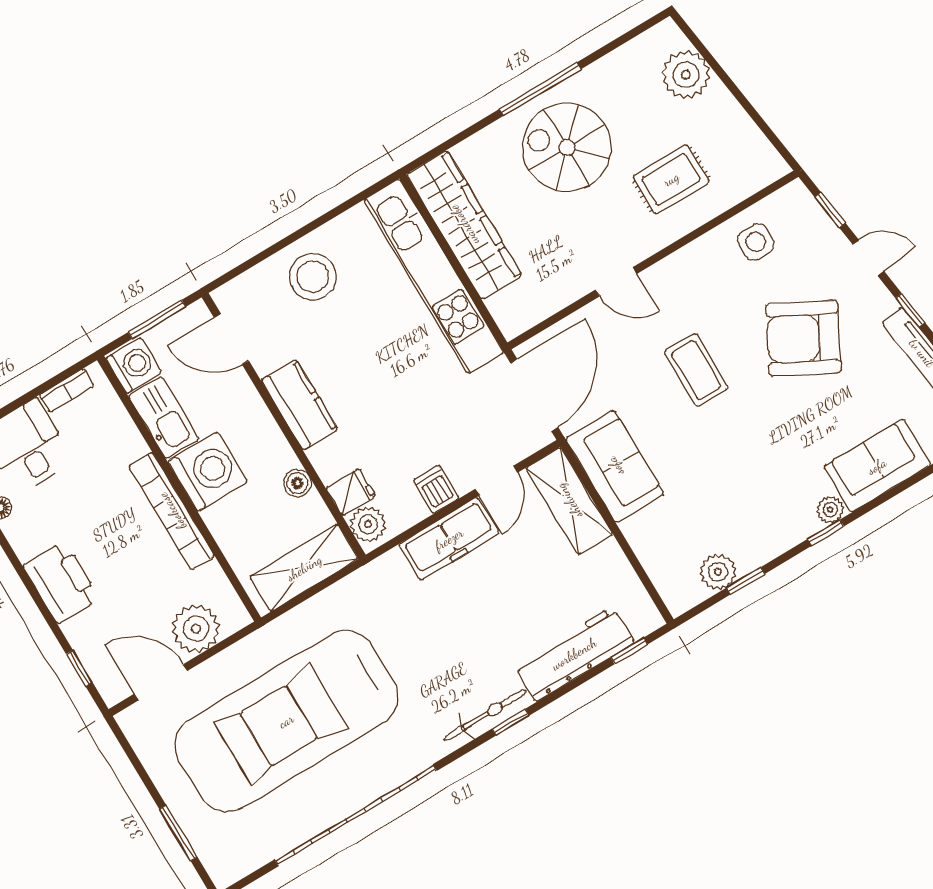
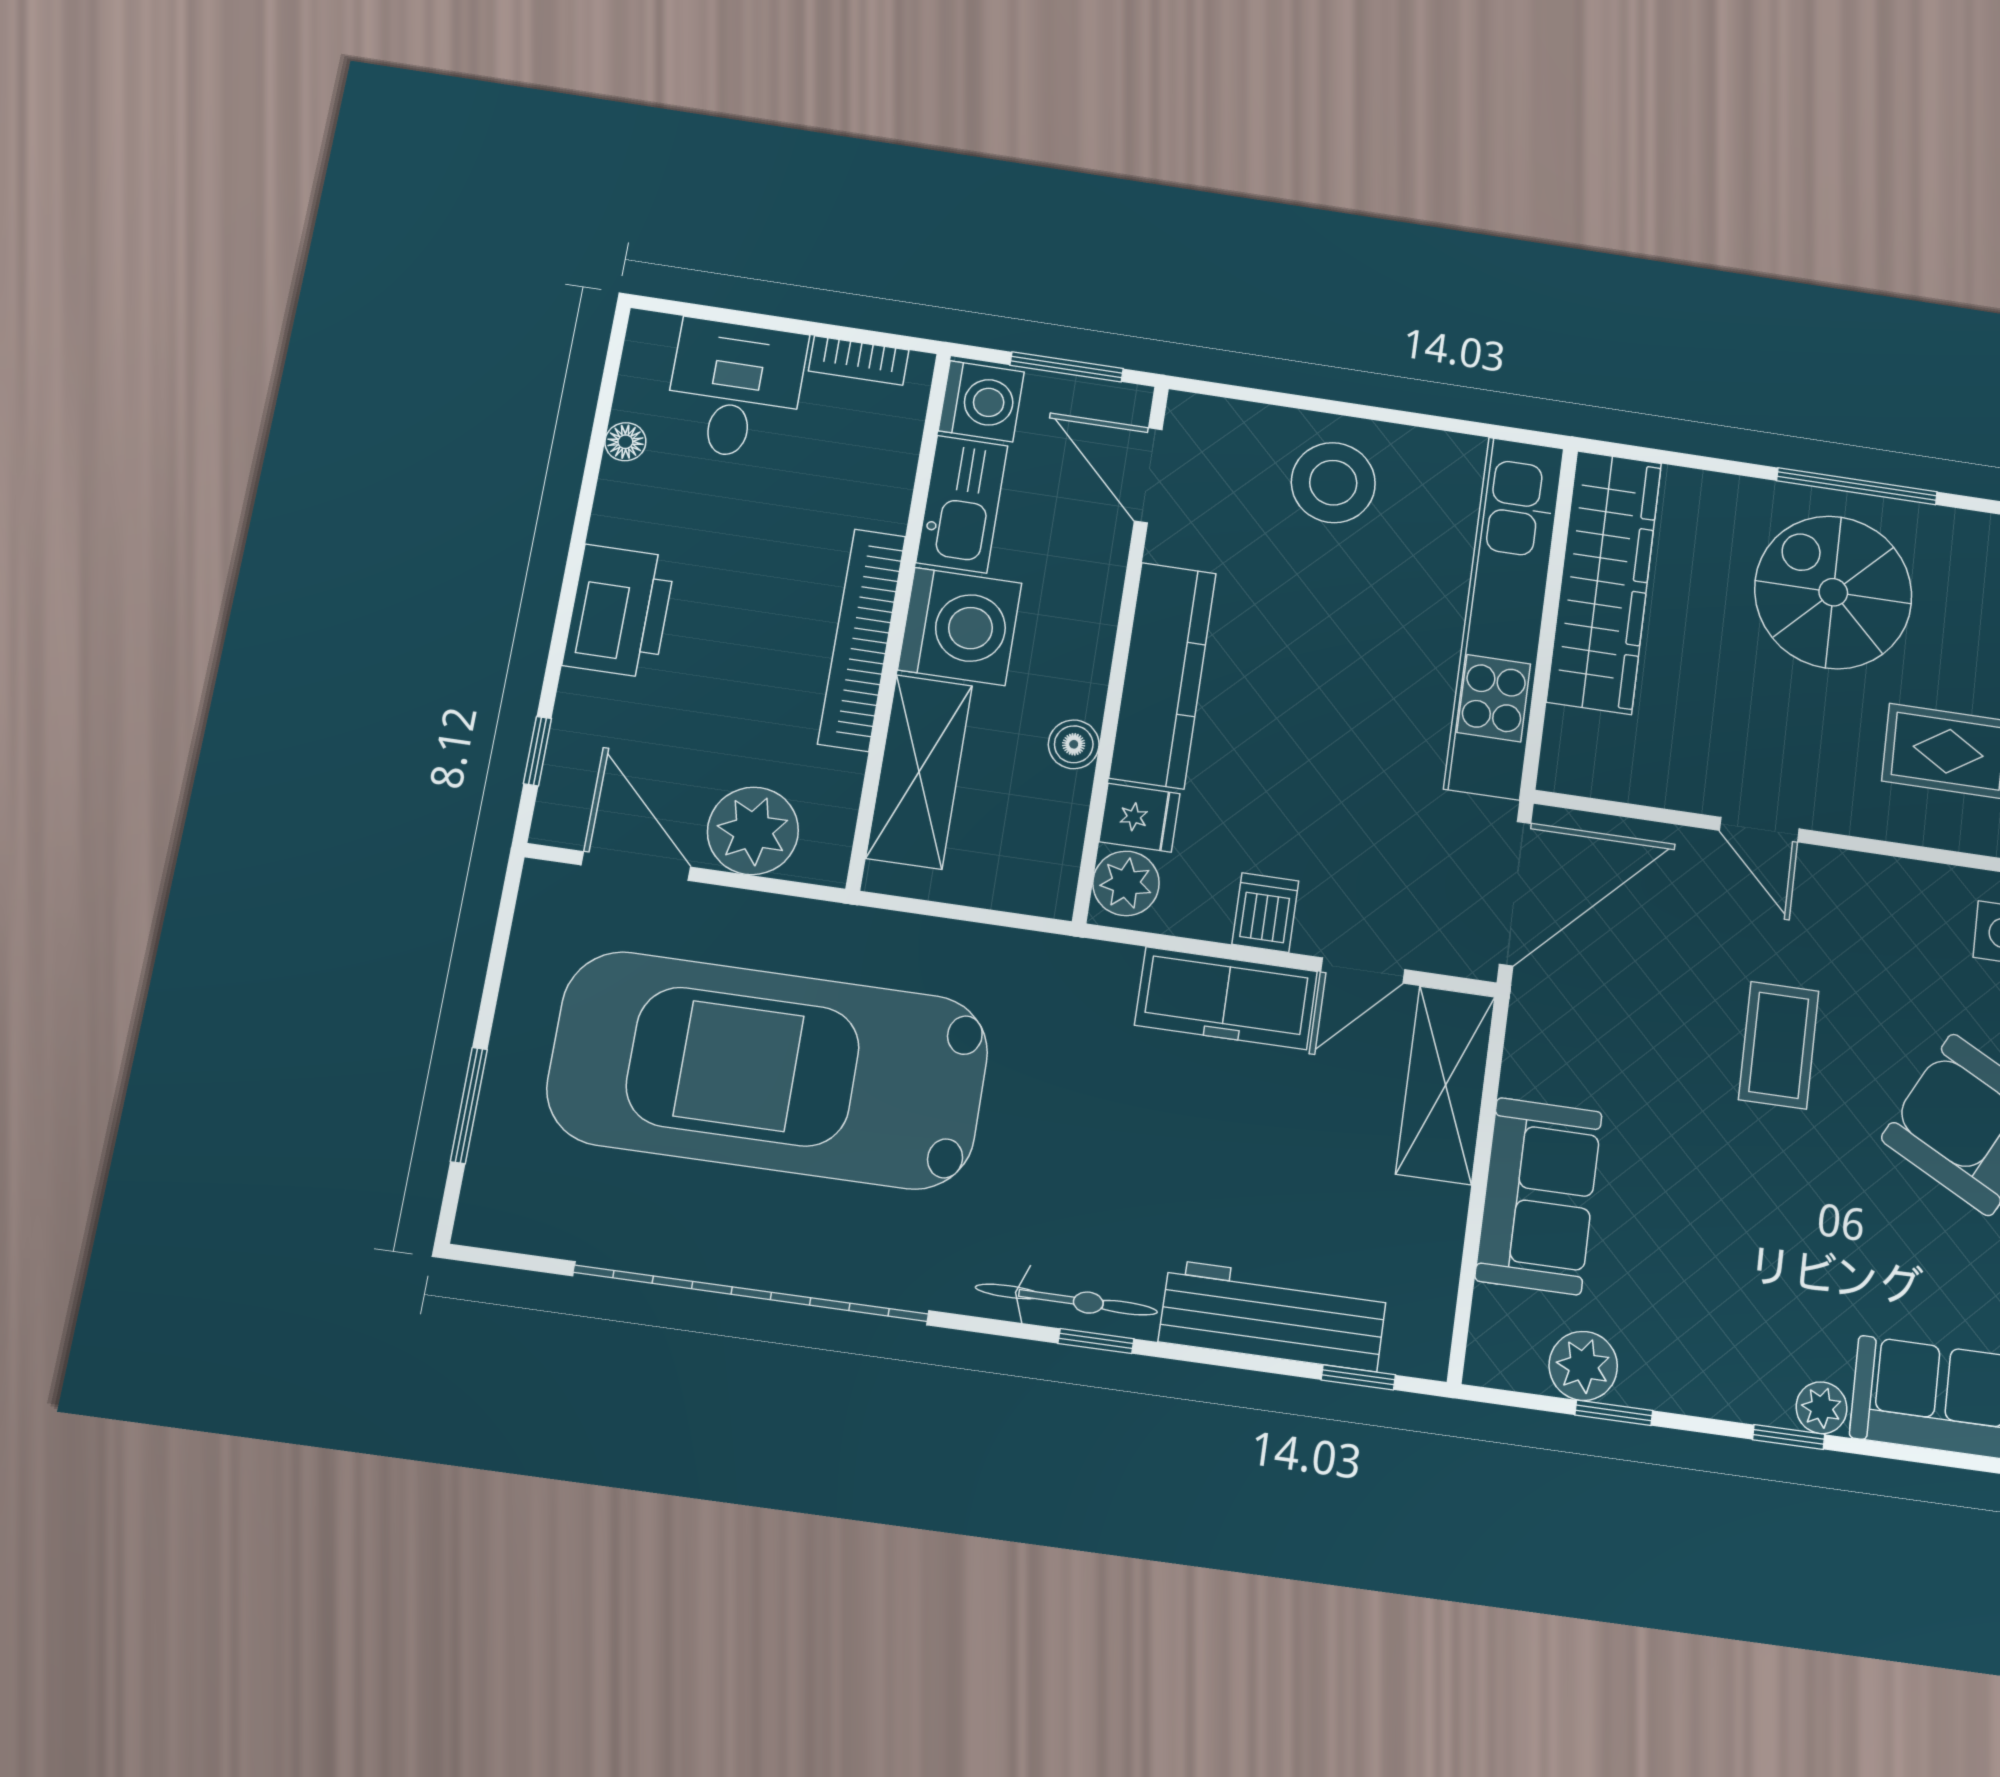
kitchen counter: (299, 405) -> (1163, 675), width x1.50
sofa: (615, 466) -> (1539, 1196), moved
shelving: (304, 568) -> (919, 772), moved, turned 90

